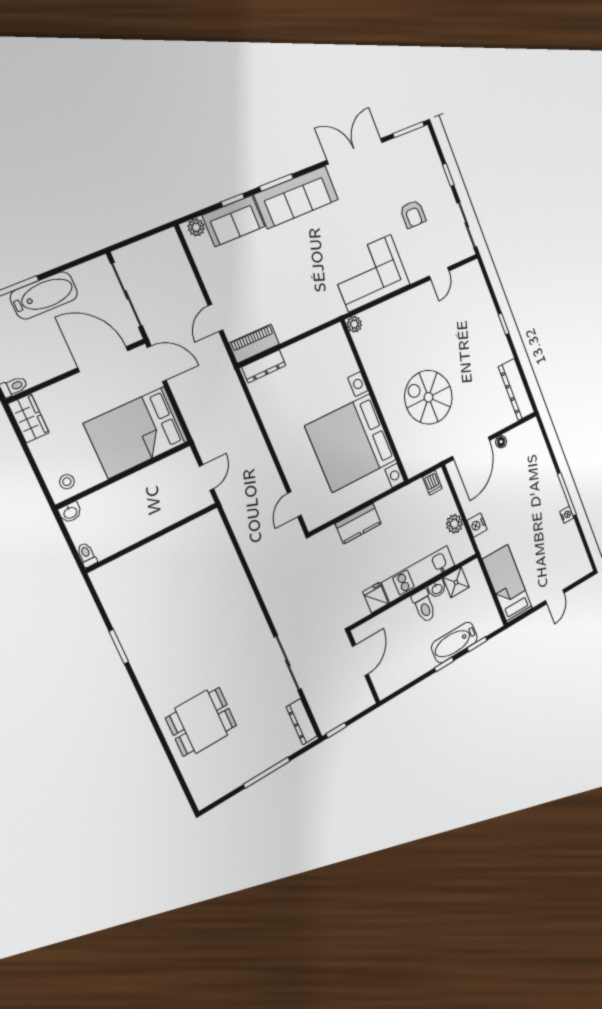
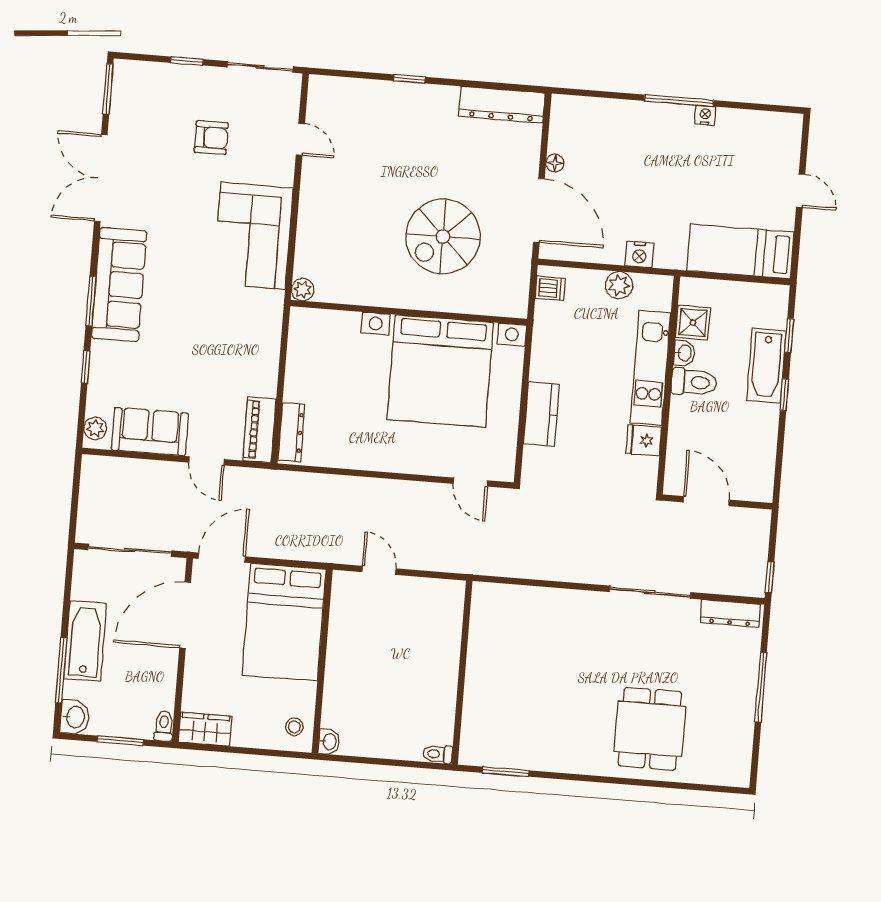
sofa: (234, 221) -> (150, 432), moved, turned -90
wall: (153, 537) -> (462, 673), moved
toilet: (87, 555) -> (438, 754), moved

